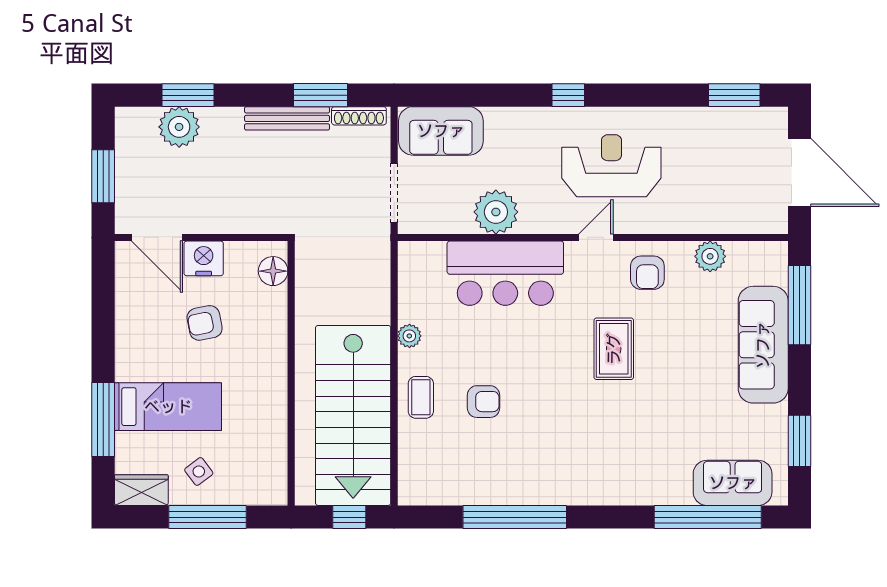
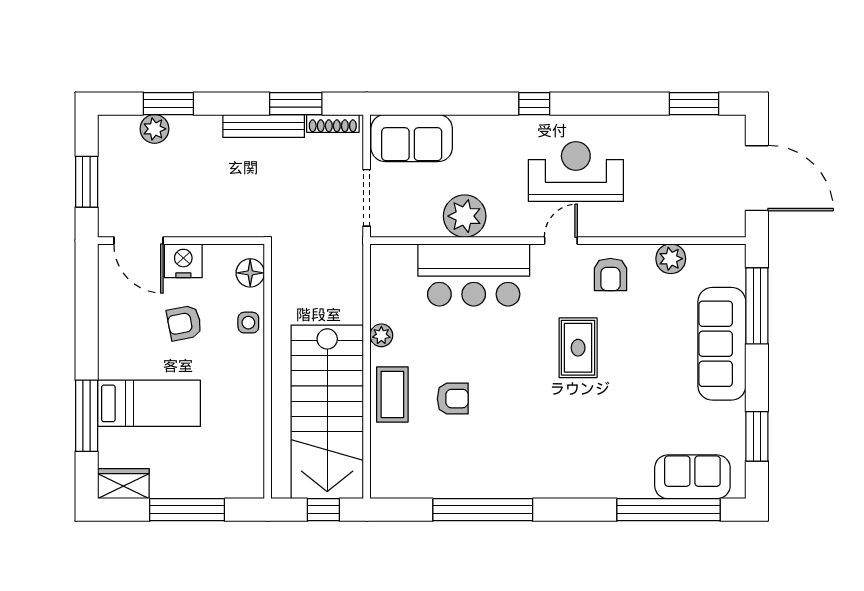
plant: (179, 127) -> (154, 129), width x0.73, depth x0.73
coffee table: (421, 397) -> (392, 394), width x1.36, depth x1.30
side table: (199, 471) -> (248, 323), moved, turned 37

